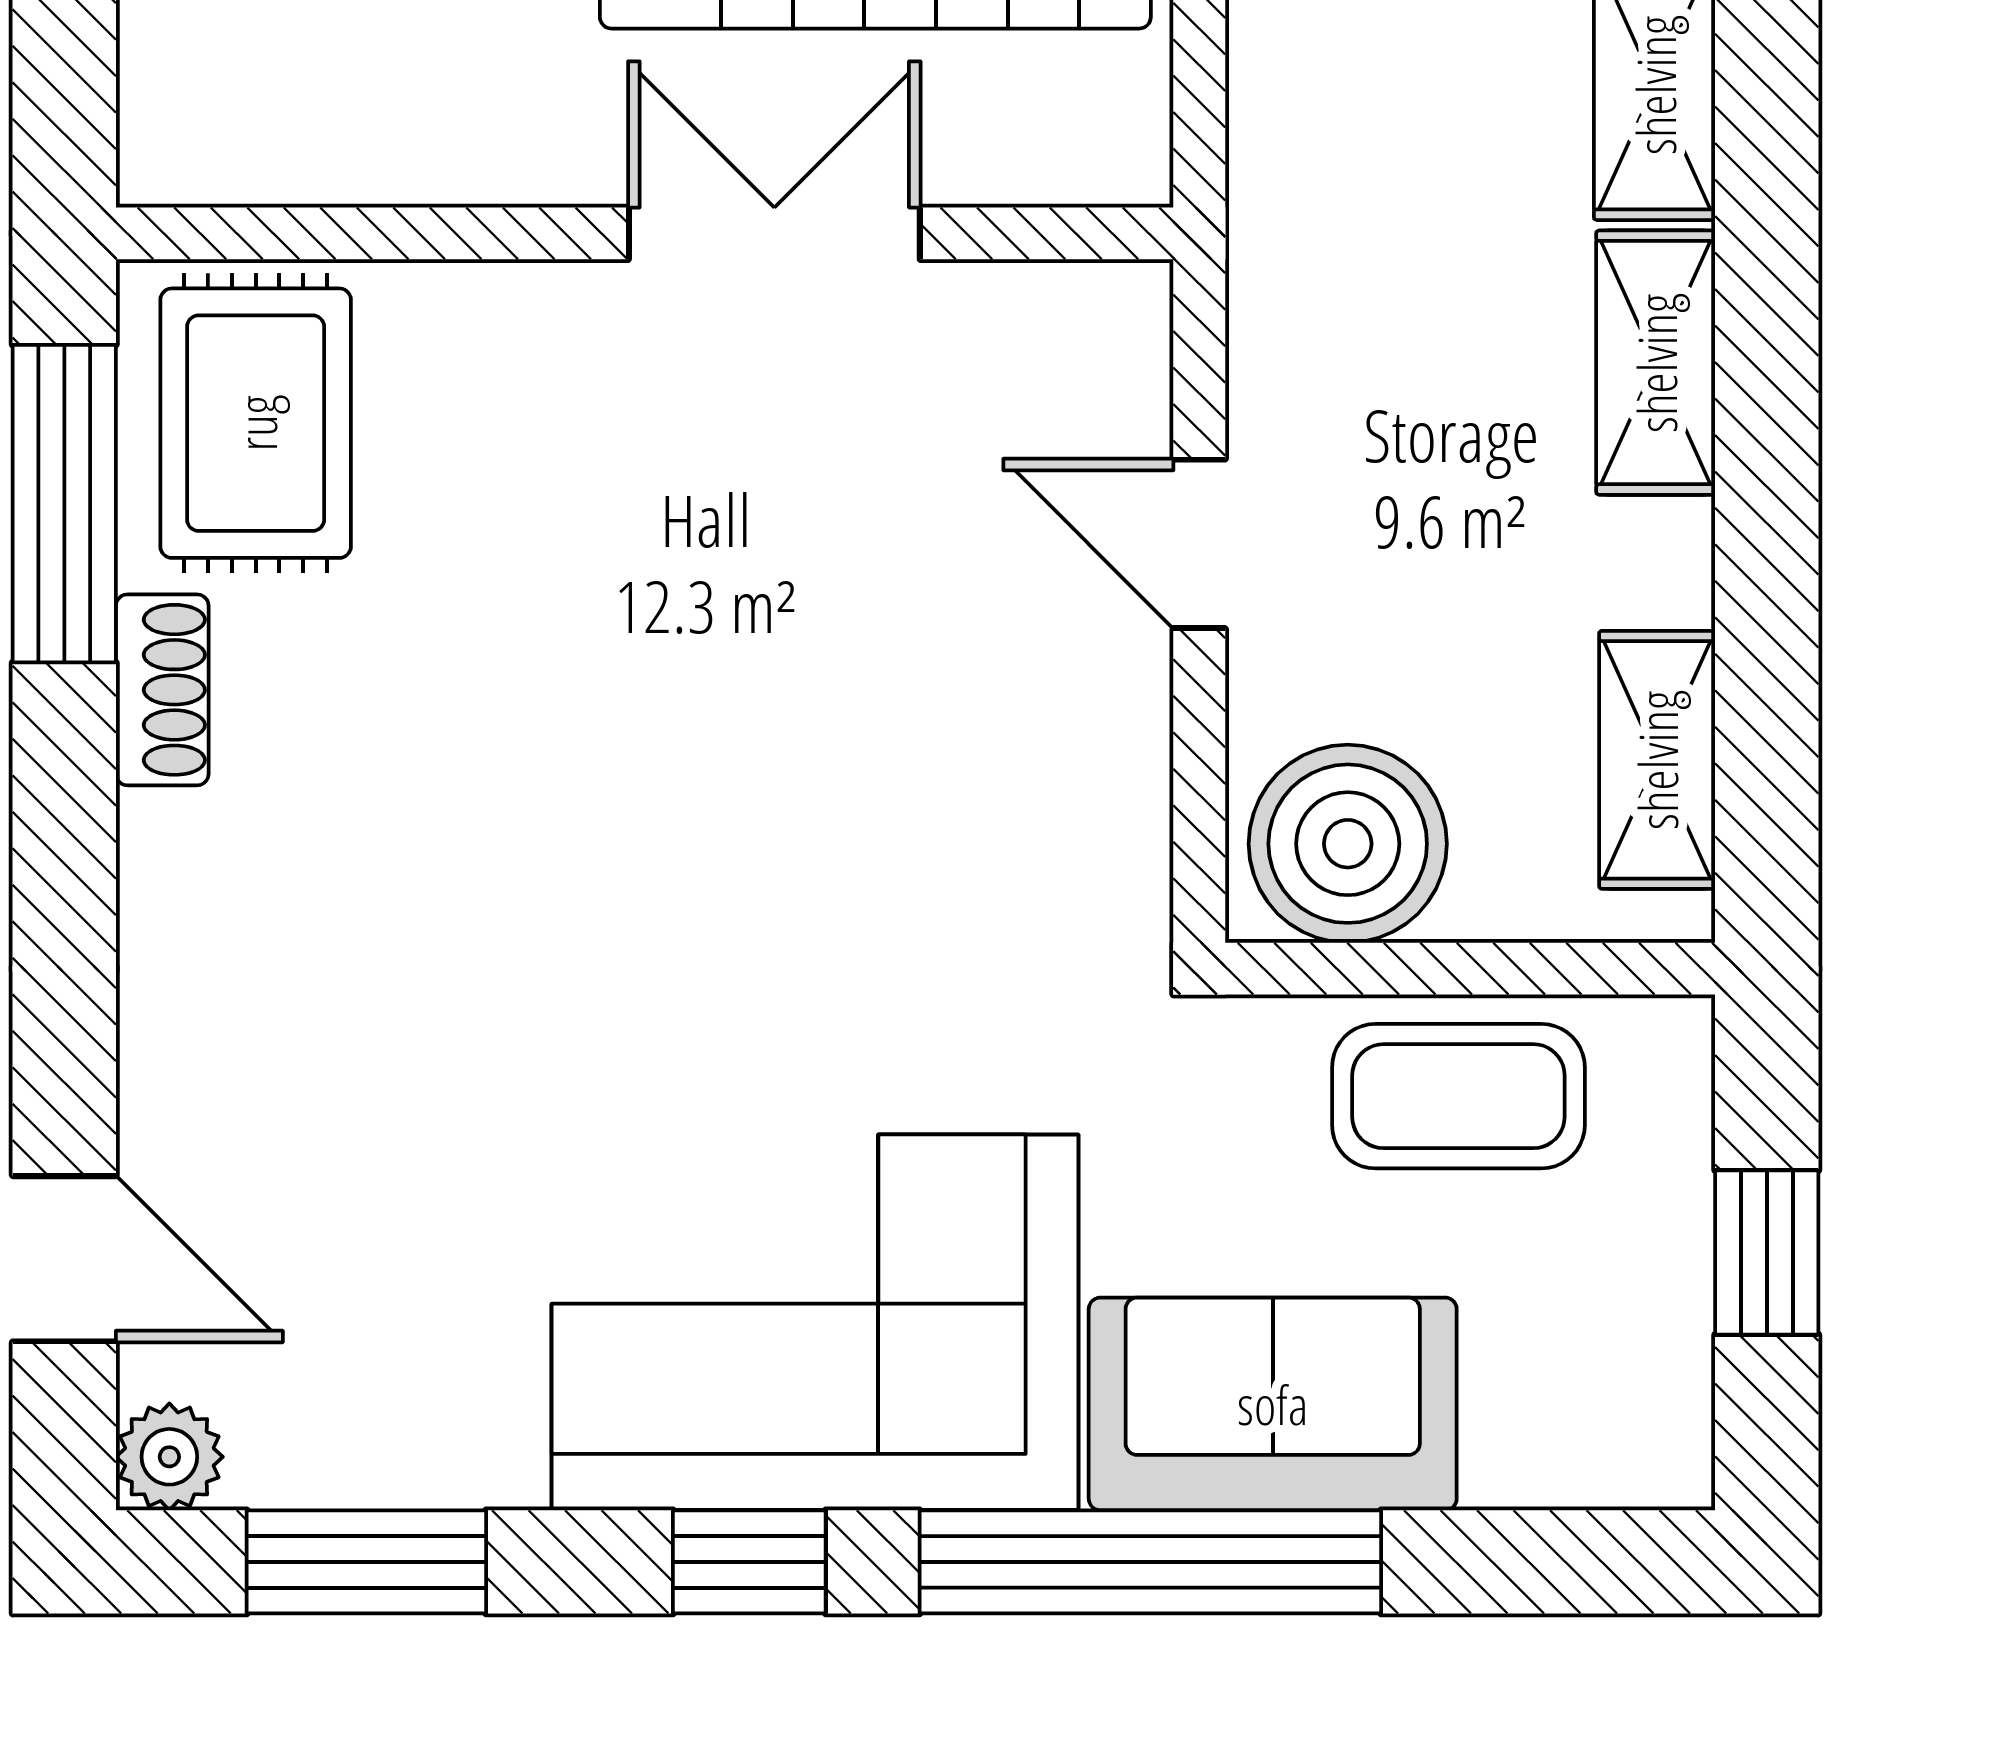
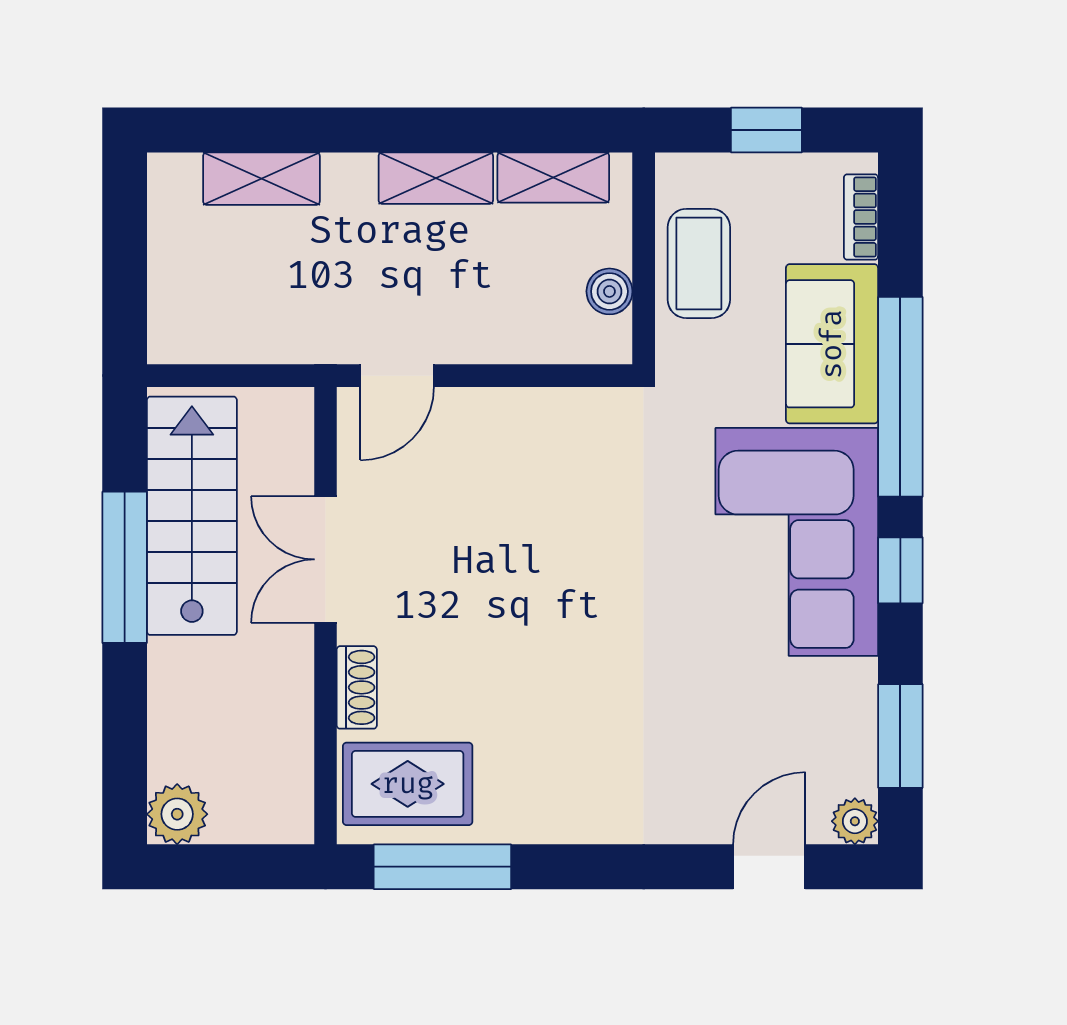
shelving: (1656, 363) -> (436, 178), moved
door: (1199, 544) -> (397, 376), moved
shoe rack: (162, 690) -> (357, 687), moved, turned 90
boiler: (1348, 844) -> (609, 291), width x0.54, depth x0.54
bookcase: (1566, 1471) -> (861, 217), added

